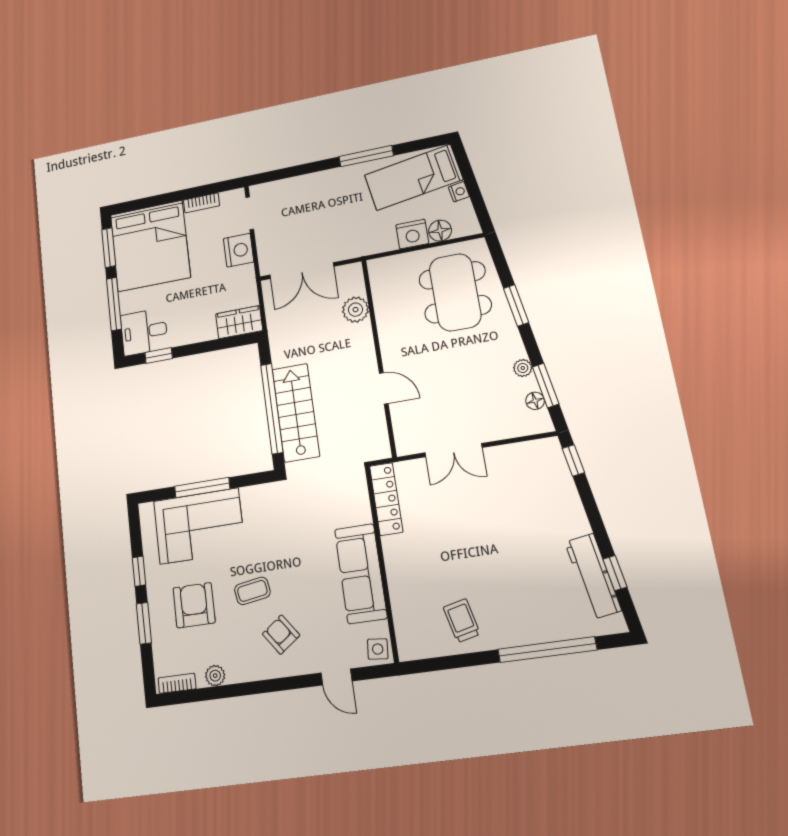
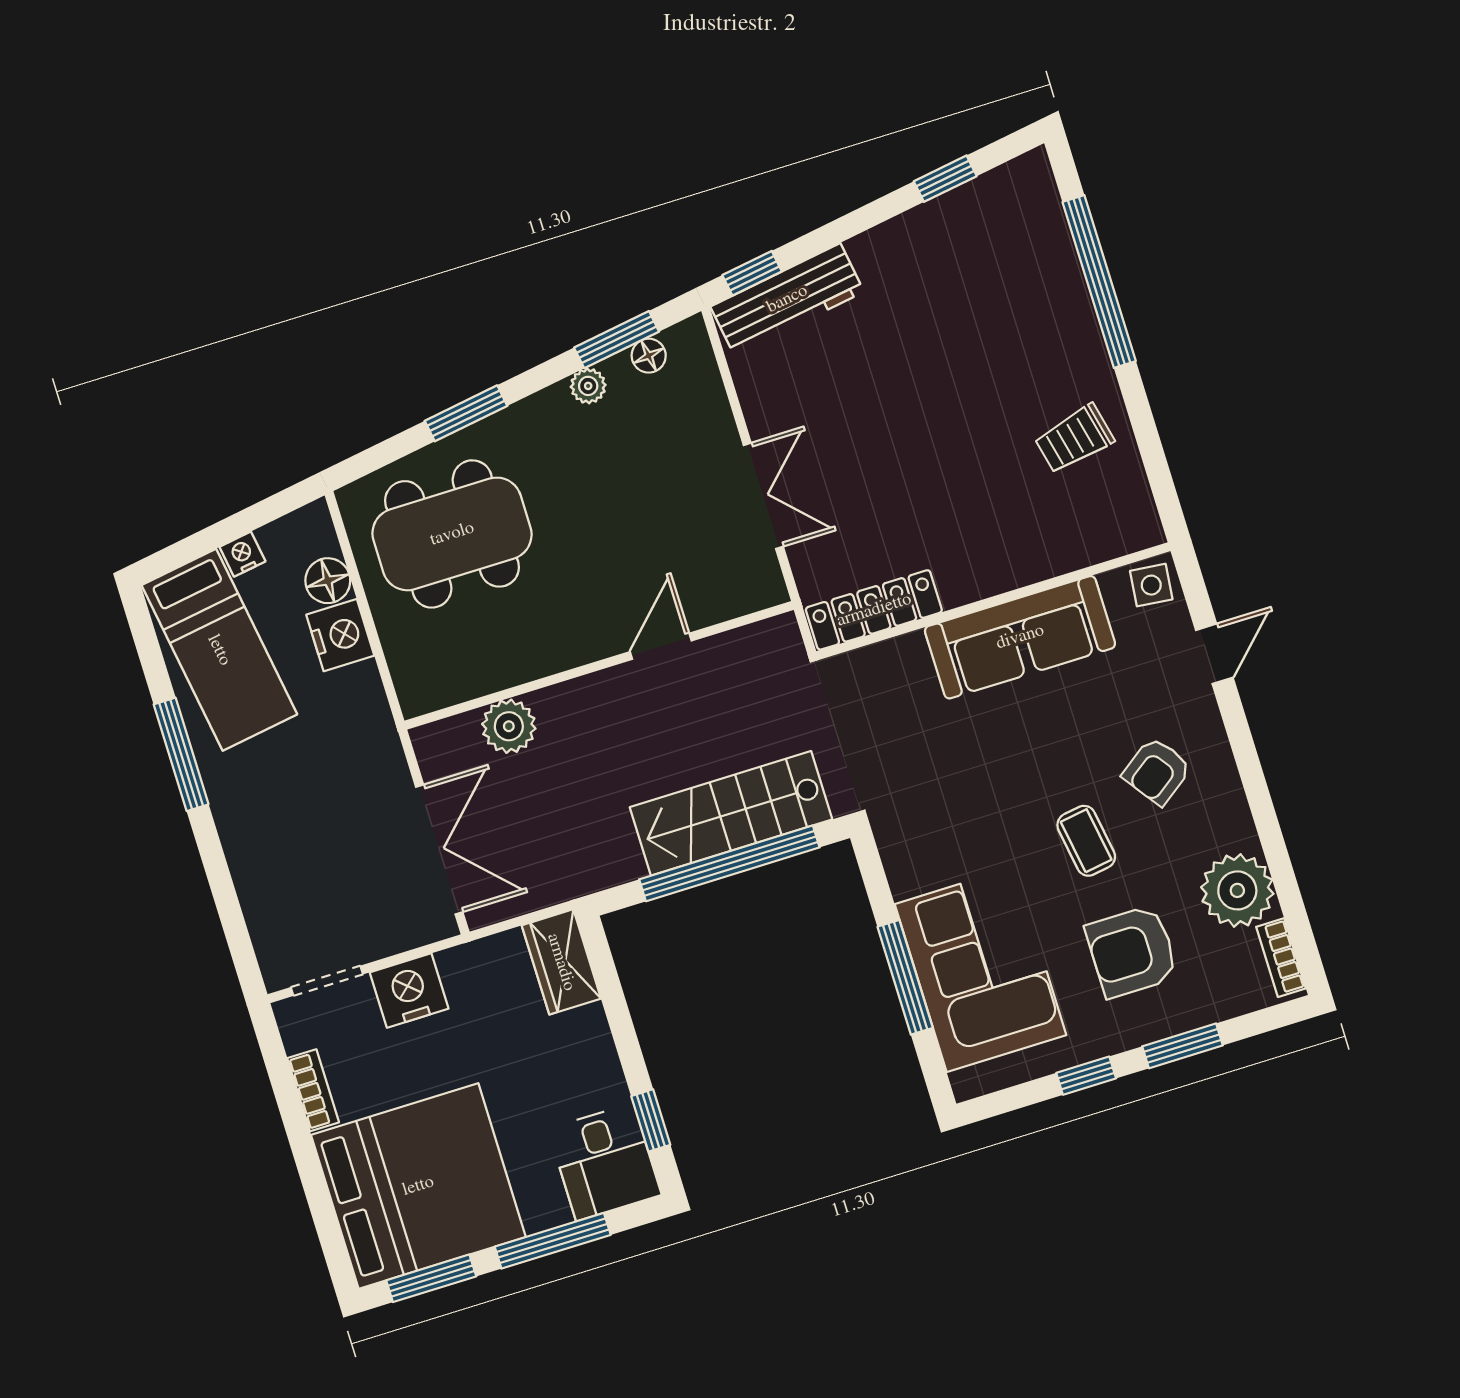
workbench: (593, 576) -> (787, 299), moved
plant: (215, 676) -> (1237, 890), width x1.88, depth x1.88

